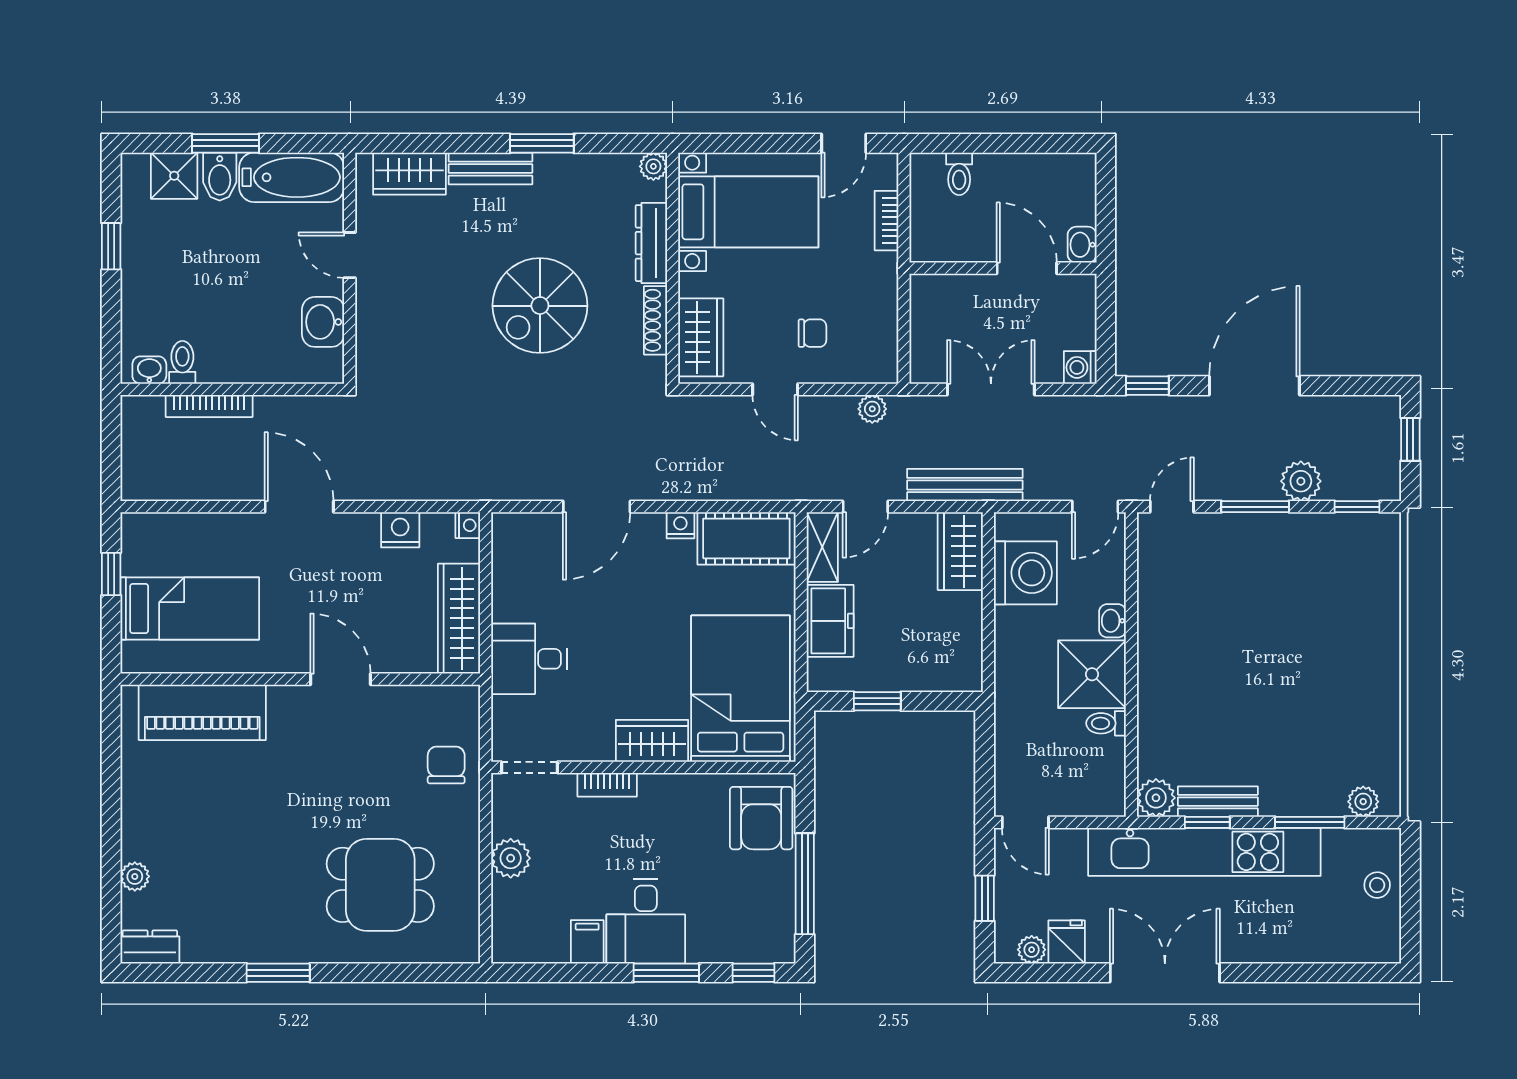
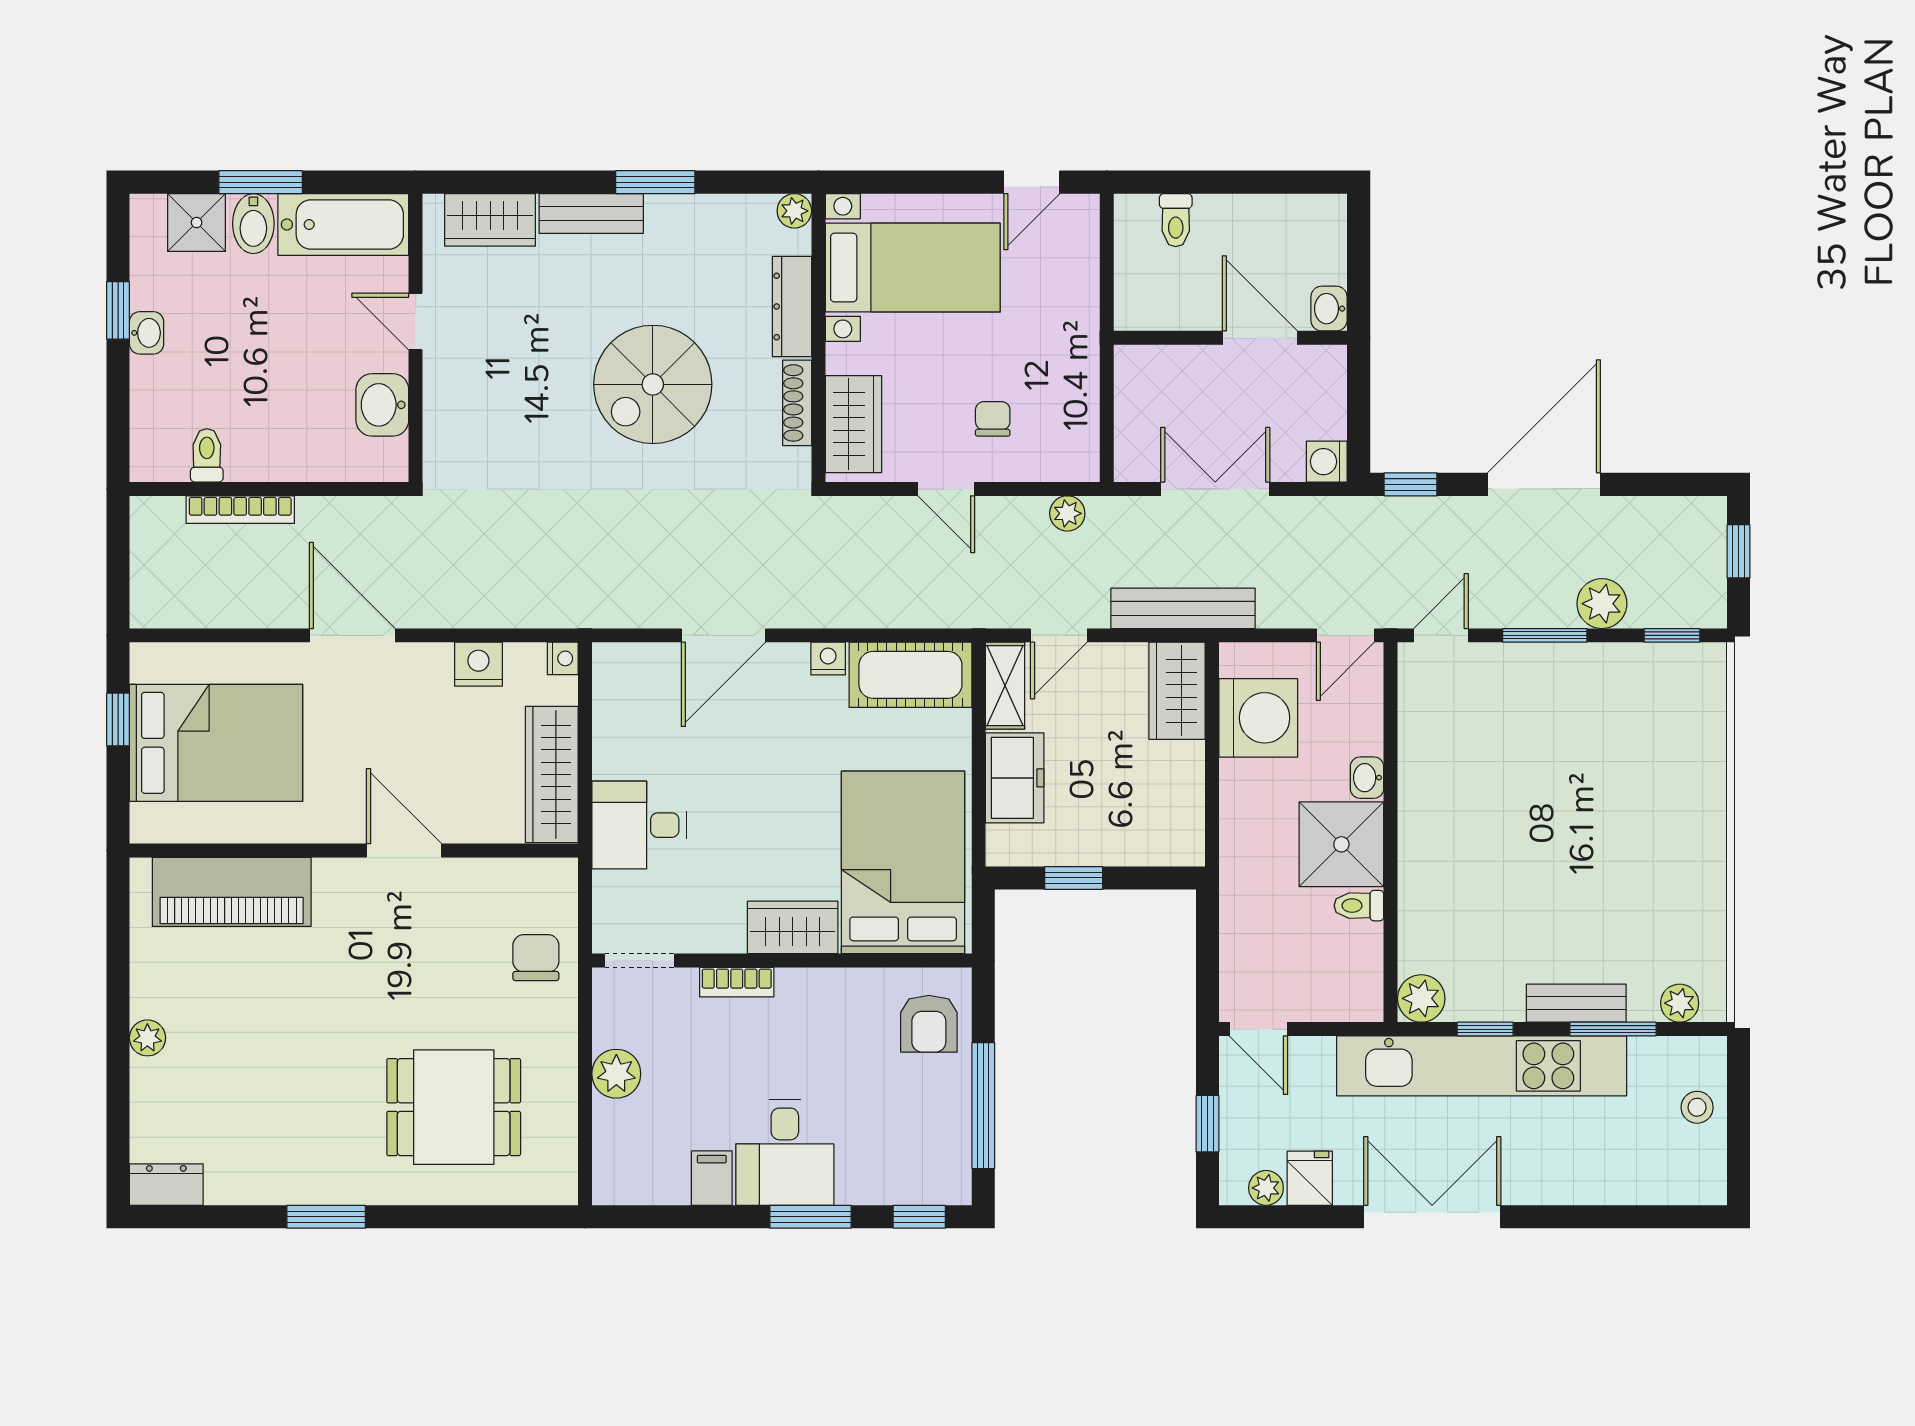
bookcase: (886, 221) -> (1085, 278), removed
chair: (812, 333) -> (993, 419), turned -90
washbasin: (149, 370) -> (147, 333), moved, turned 90
bed: (190, 608) -> (216, 743), width x1.50
bench: (1218, 802) -> (1576, 1003), moved
armchair: (761, 818) -> (929, 1024), width x0.72, depth x0.72
plant: (135, 876) -> (147, 1038), moved

